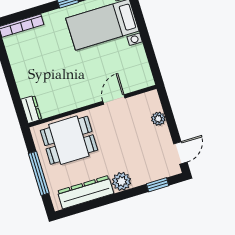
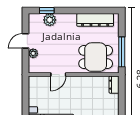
door: (180, 153) -> (26, 41), moved
window: (39, 173) -> (122, 52), moved
plant: (122, 181) -> (50, 20), moved

